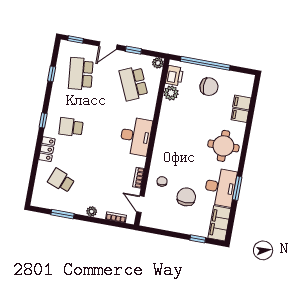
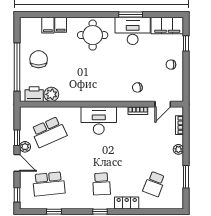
plant: (158, 63) -> (25, 147), moved
chair: (186, 197) -> (171, 65), moved, width x0.54, depth x0.54

